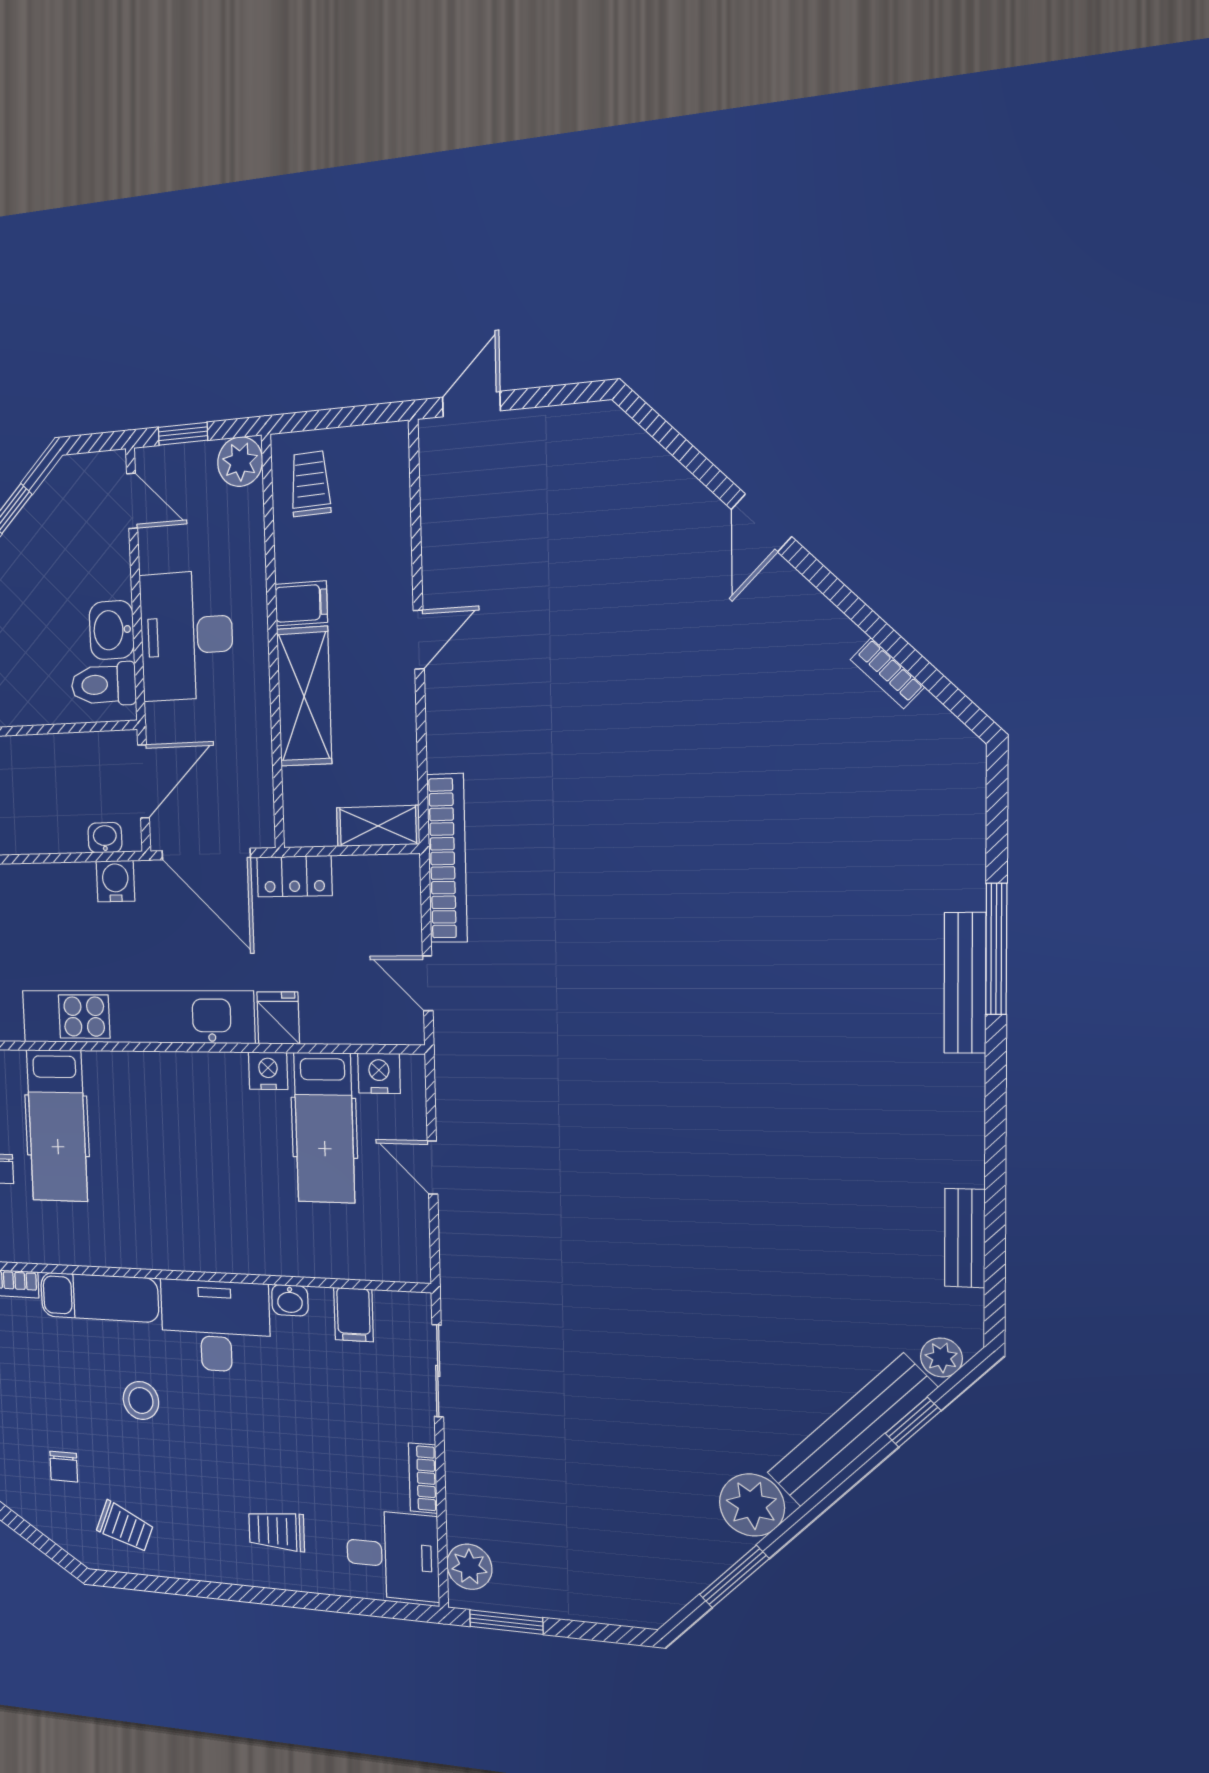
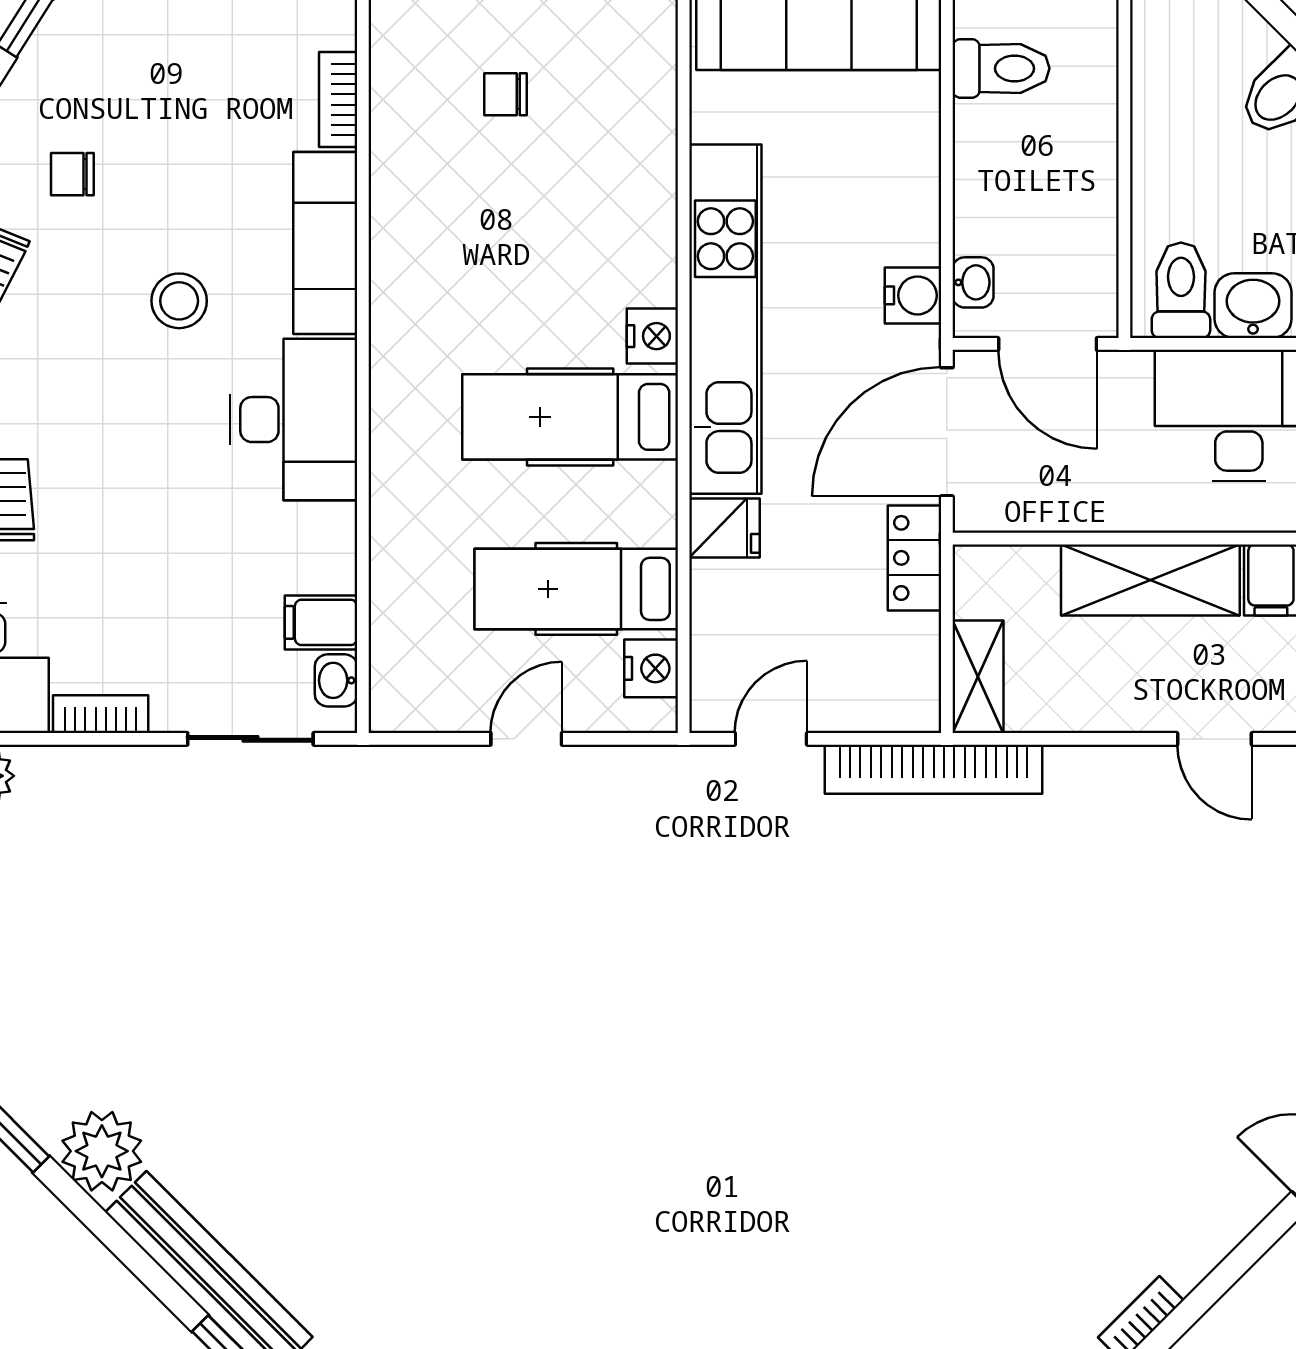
nightstand: (268, 1071) -> (652, 336), moved
hospital bed: (57, 1126) -> (570, 417), moved
washbasin: (290, 1300) -> (336, 680), moved

